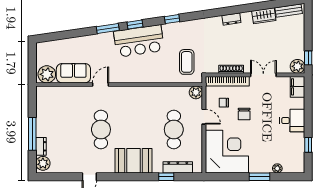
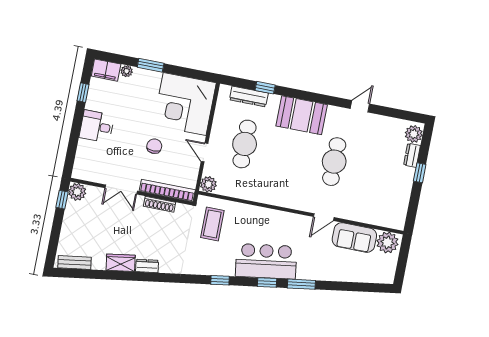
wardrobe: (264, 16) -> (121, 263), moved
filing cabinet: (297, 87) -> (106, 70), moved, turned 90
chair: (224, 103) -> (176, 165), removed
window: (32, 134) -> (420, 173), width x0.46

